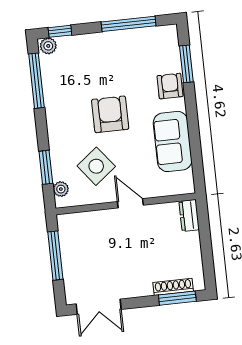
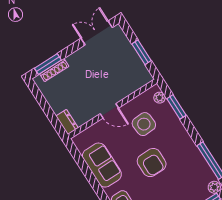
side table: (96, 166) -> (144, 124), turned 34
window: (55, 256) -> (142, 52), width x0.69

